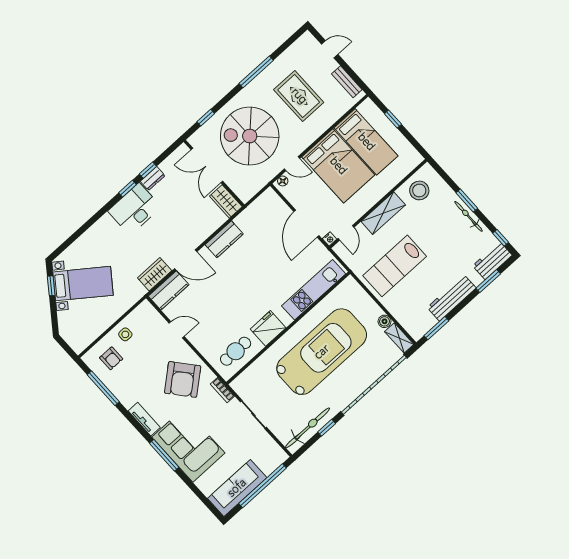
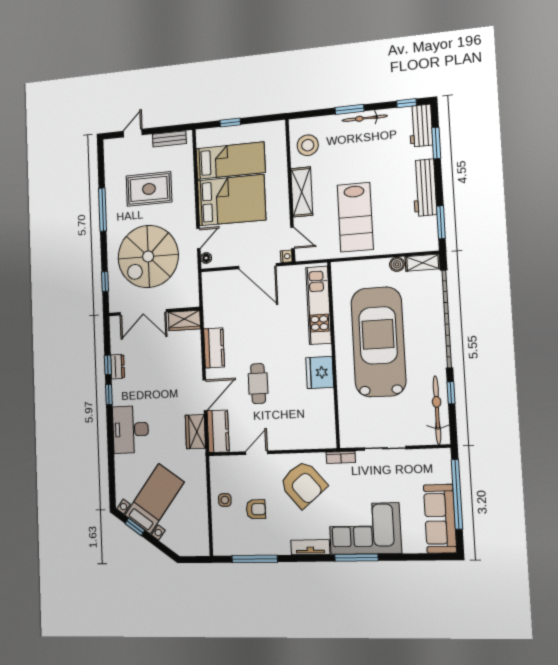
desk: (135, 209) -> (131, 430), moved
cafe table: (236, 351) -> (258, 384), moved
armchair: (111, 358) -> (256, 509), moved

